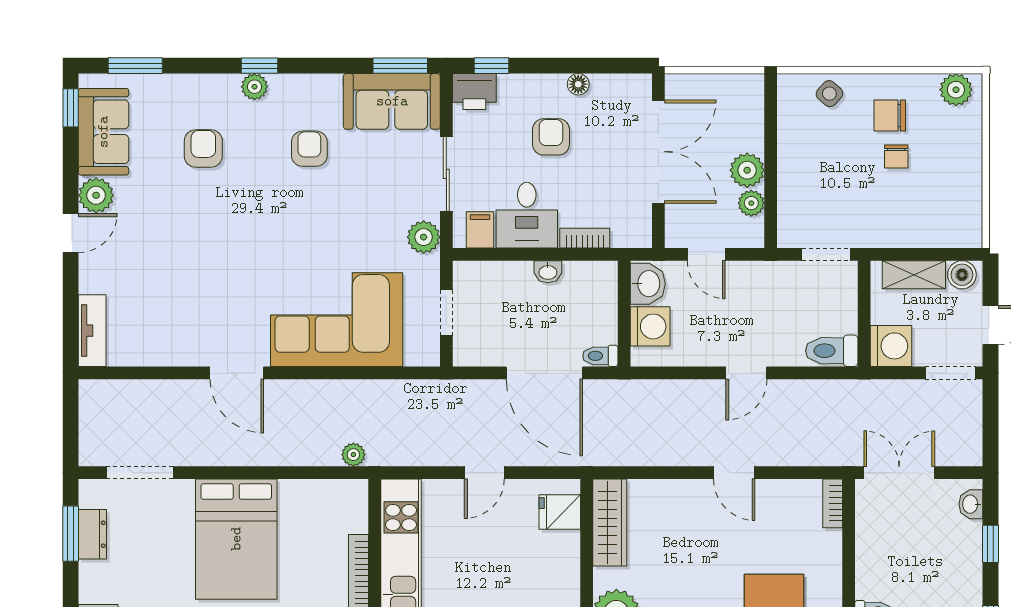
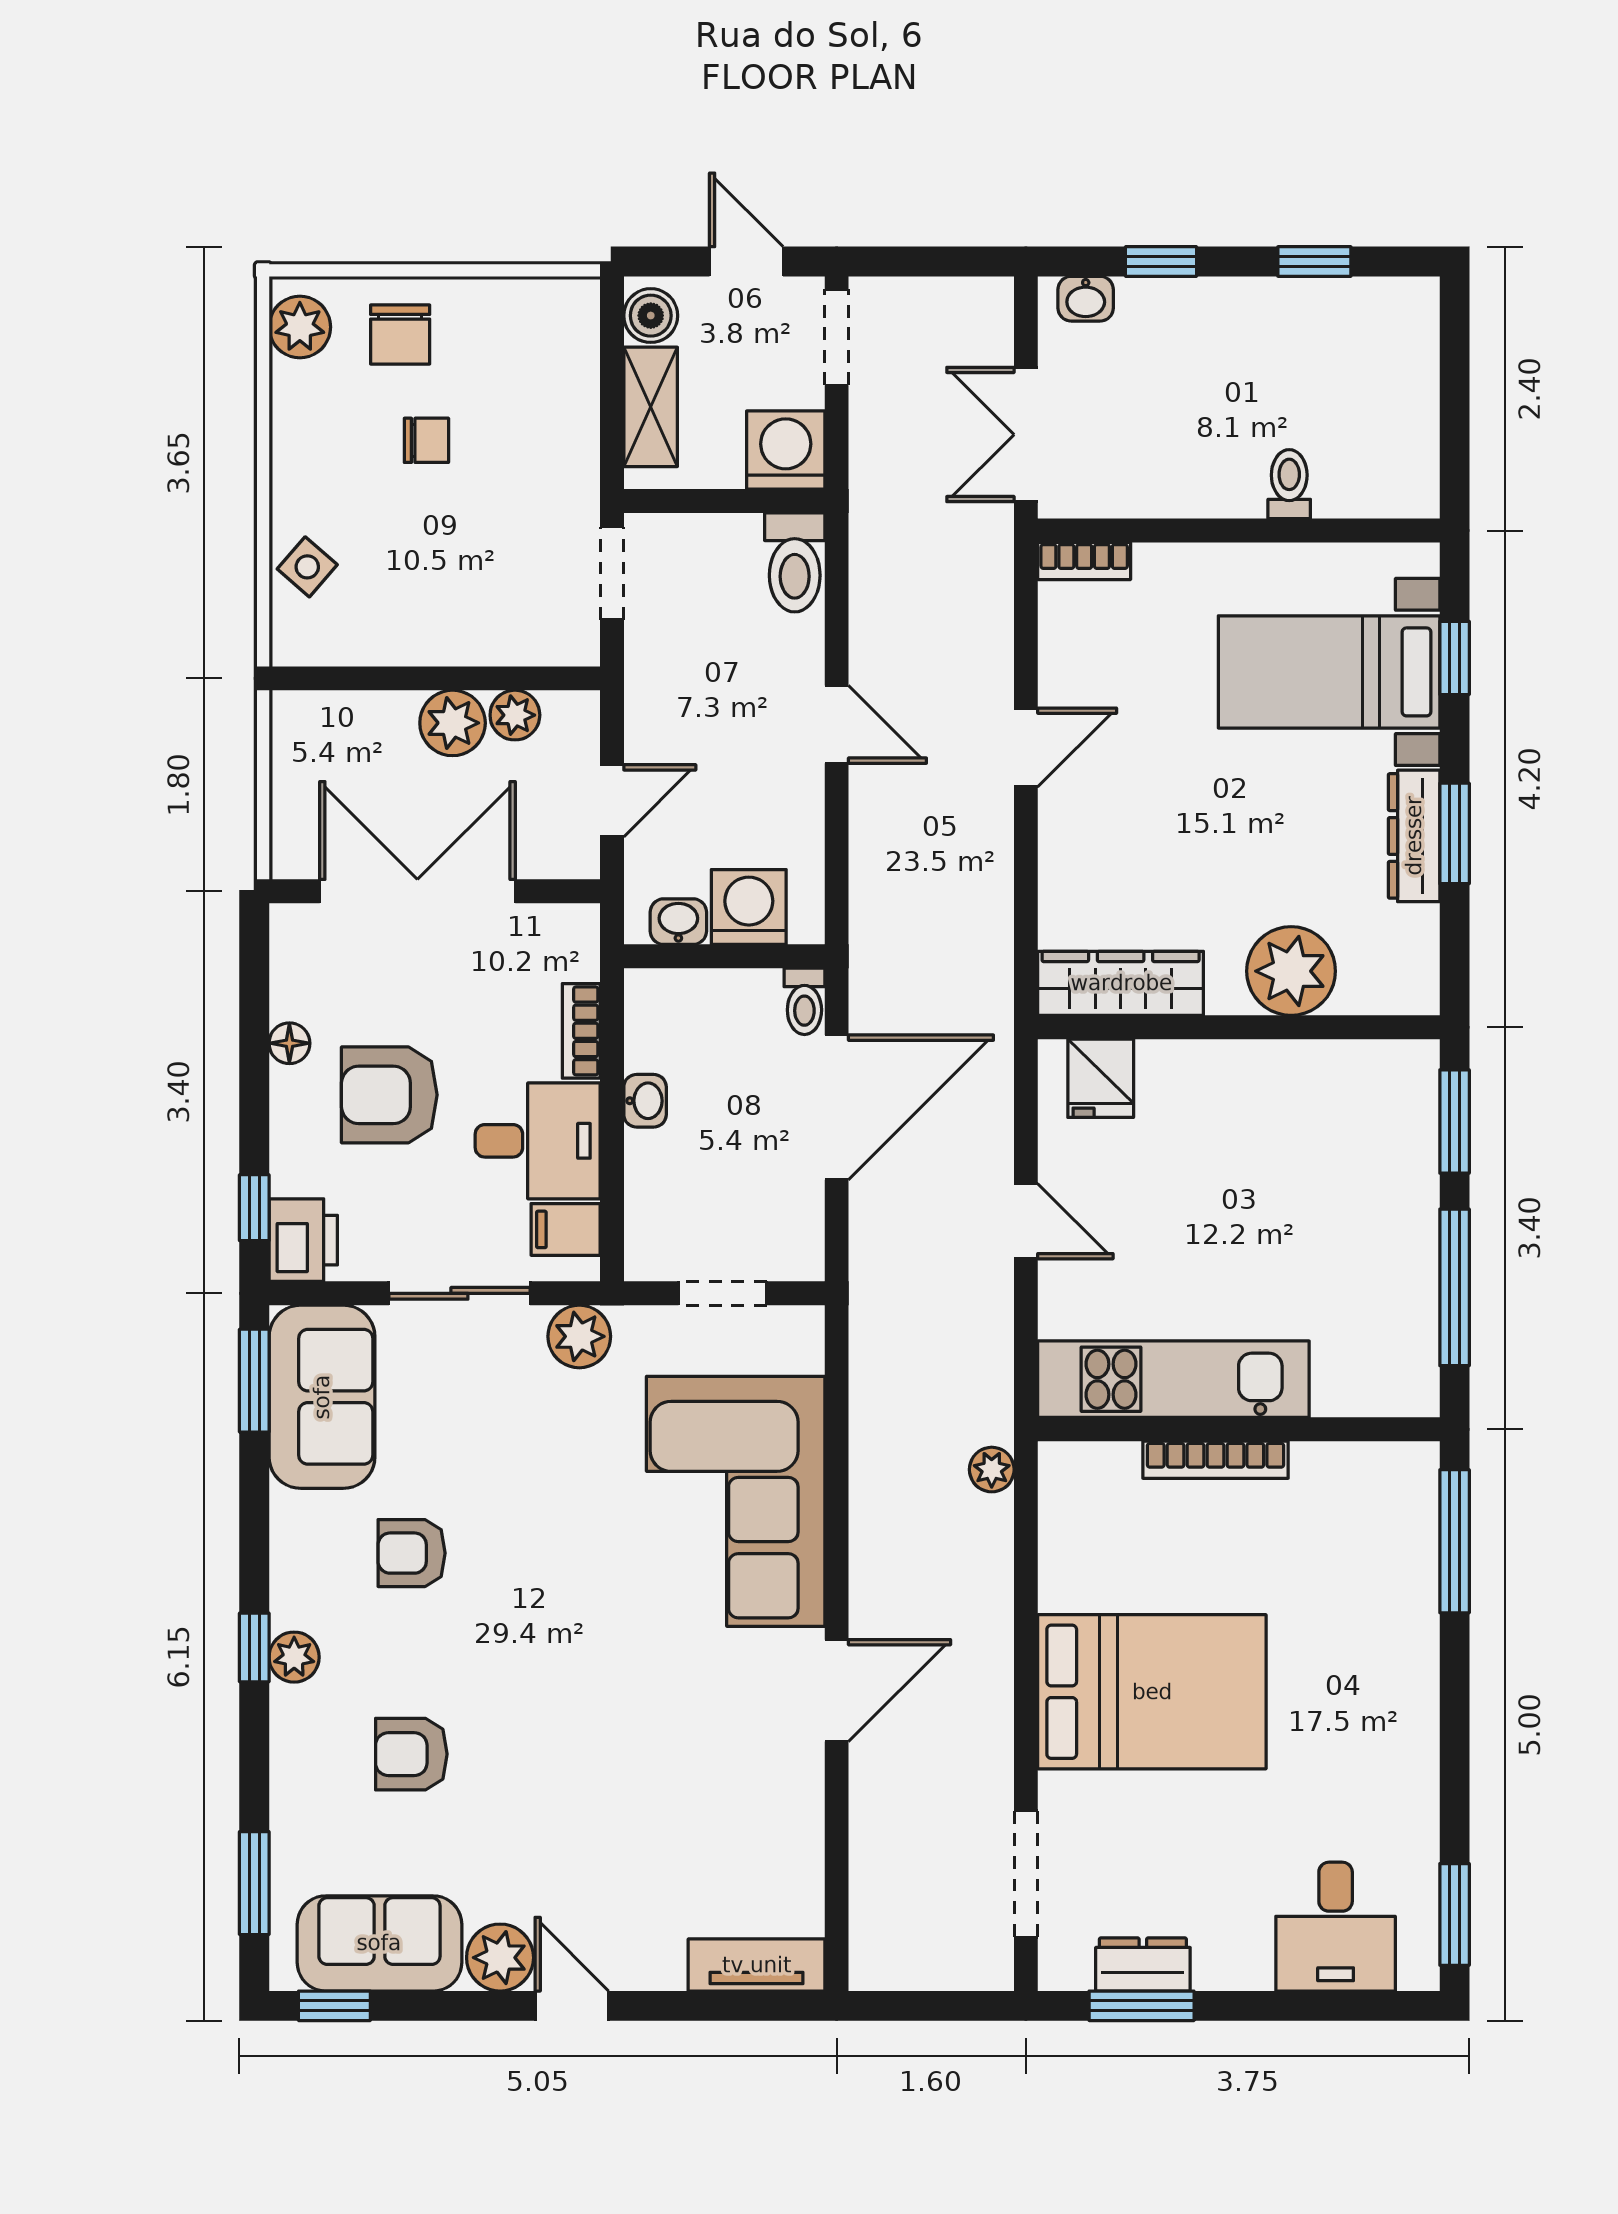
chair: (890, 115) -> (400, 334), moved
armchair: (551, 137) -> (389, 1095), width x1.38, depth x1.38
washbasin: (648, 284) -> (678, 922), width x0.72, depth x0.69

